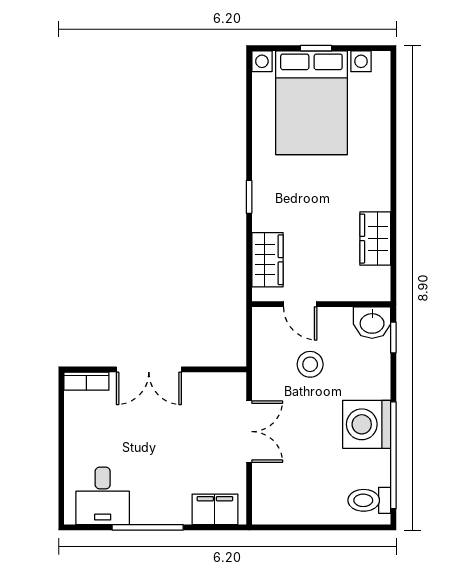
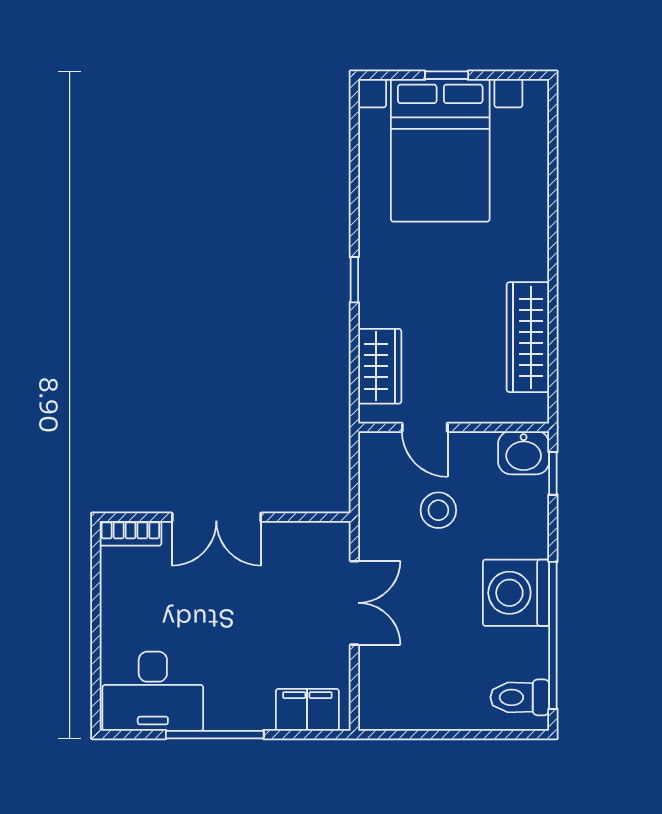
wardrobe: (375, 239) -> (528, 337), width x1.50
desk: (103, 496) -> (153, 691), width x1.37

